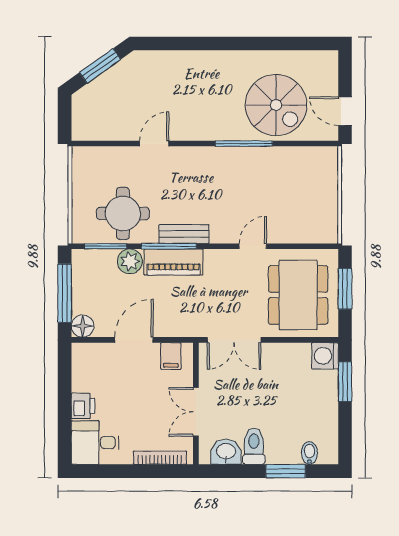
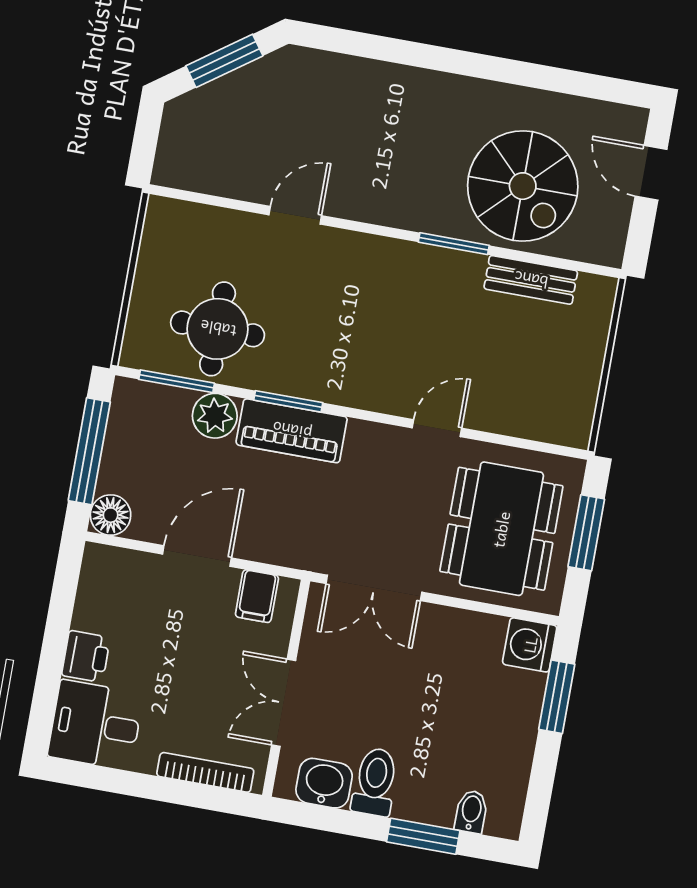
door: (345, 111) -> (651, 173), moved
window: (244, 144) -> (454, 244), width x0.69
bench: (184, 234) -> (531, 280), moved
window: (169, 246) -> (288, 401), width x0.69

